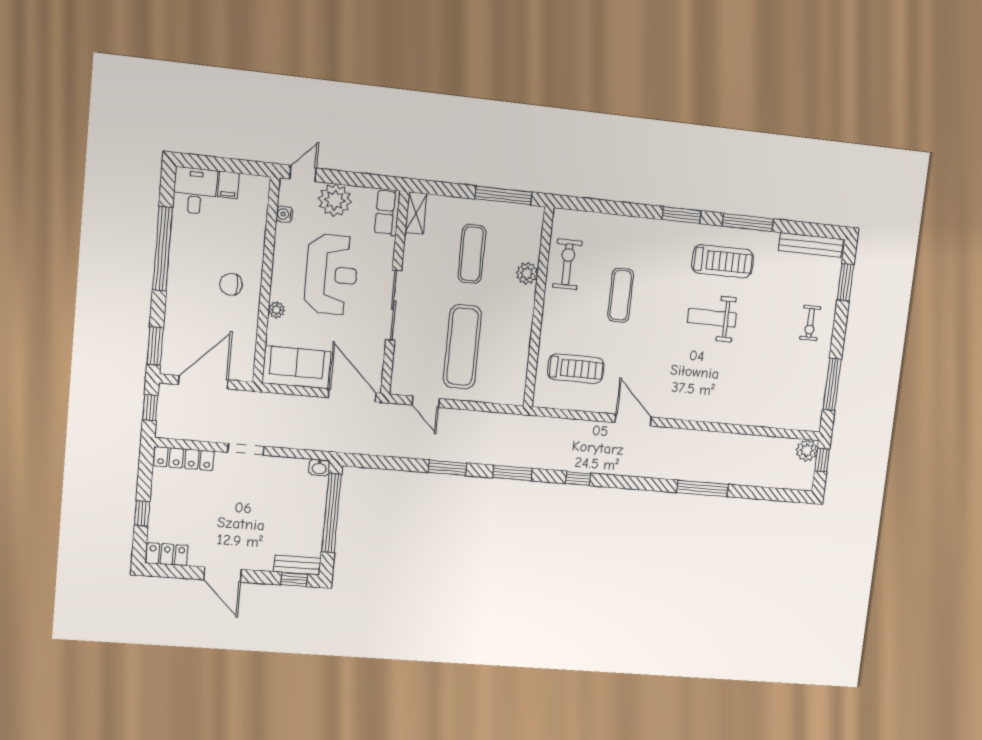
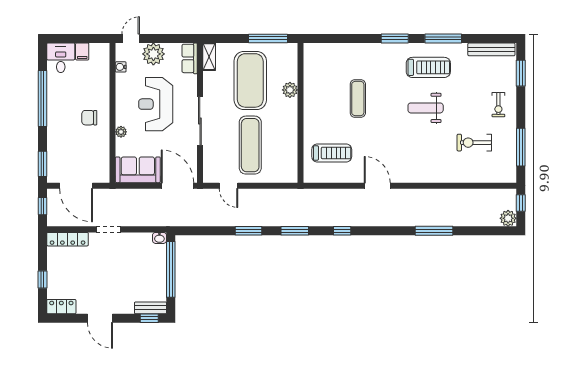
exercise mat: (472, 254) -> (250, 80), width x2.00, depth x1.45
exercise bike: (567, 264) -> (474, 143), moved, turned -90
reception desk: (331, 274) -> (156, 104), turned 180
door: (203, 382) -> (76, 186), swing flipped
plant: (807, 450) -> (508, 218), moved

